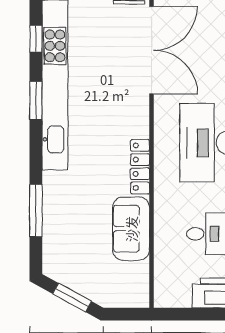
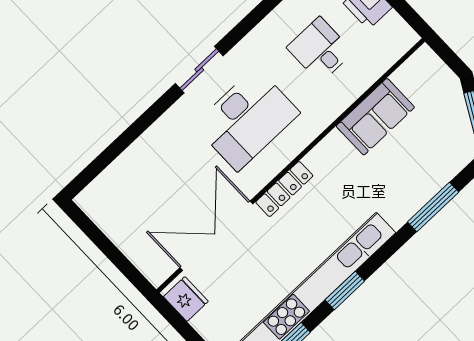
locker: (140, 167) -> (284, 189), moved

